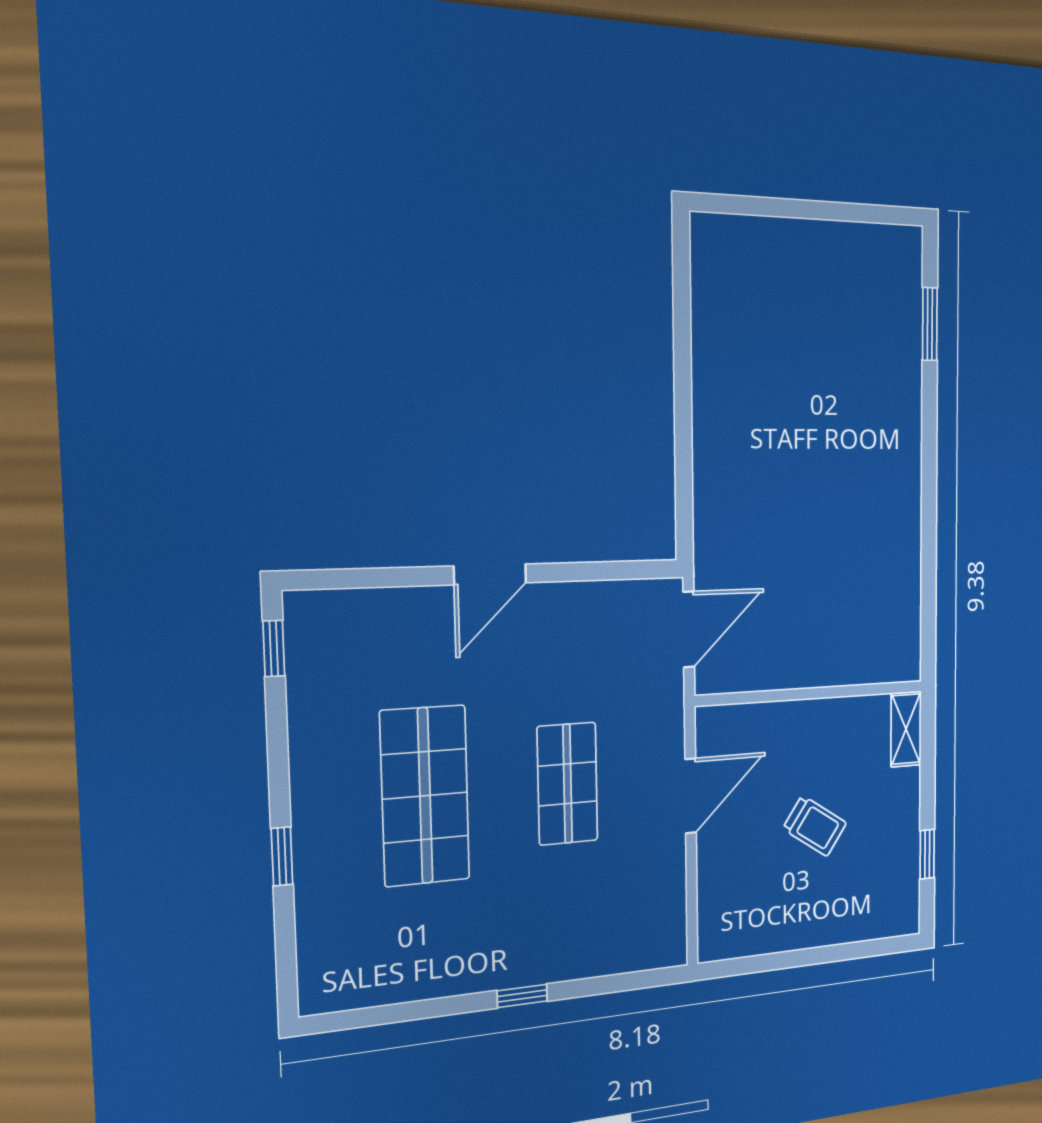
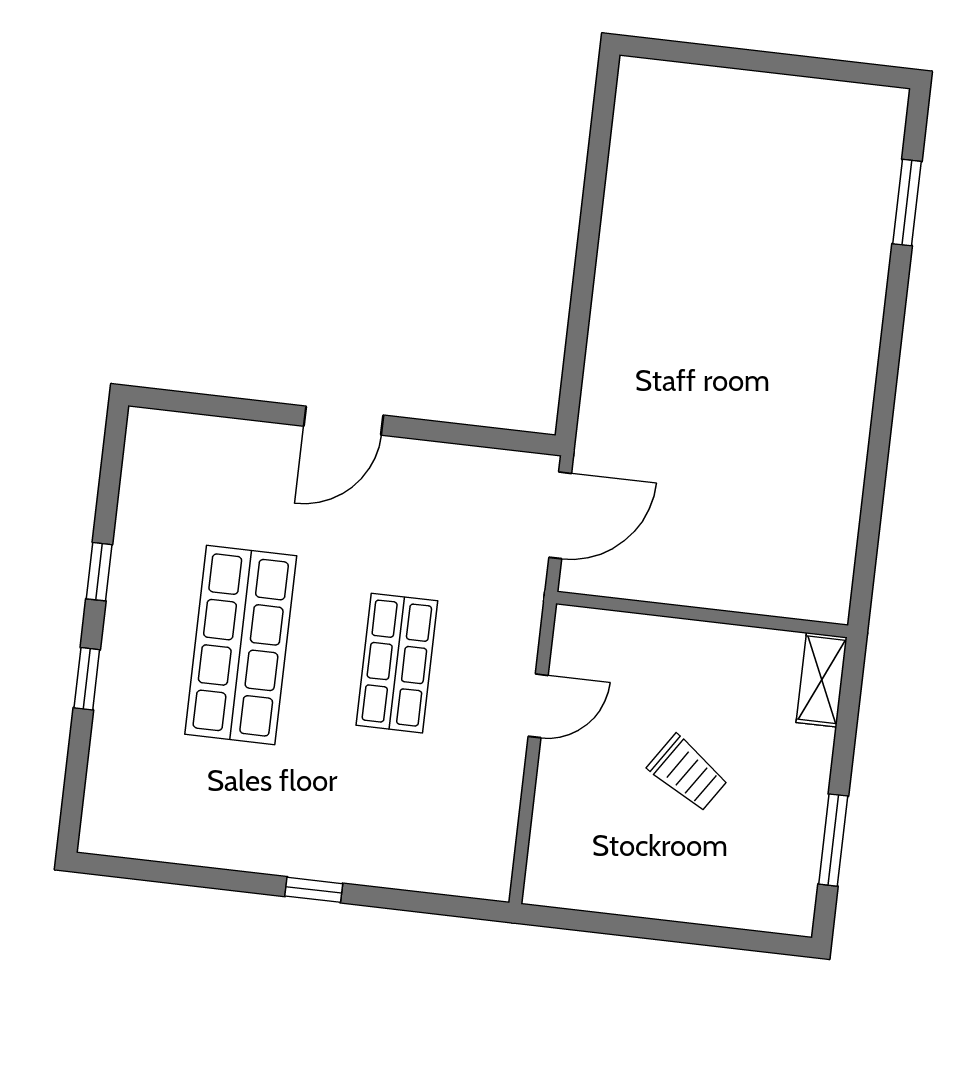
window: (274, 648) -> (99, 572), moved
door: (691, 796) -> (538, 706), width x0.73
window: (927, 854) -> (833, 840), width x1.50

